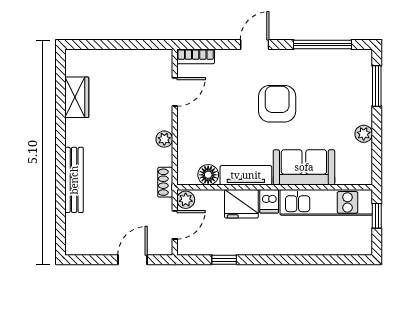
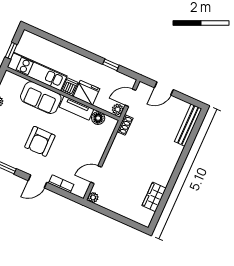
bookcase: (196, 56) -> (61, 184), moved
plant: (164, 139) -> (93, 197), moved
bench: (74, 180) -> (188, 125), moved

